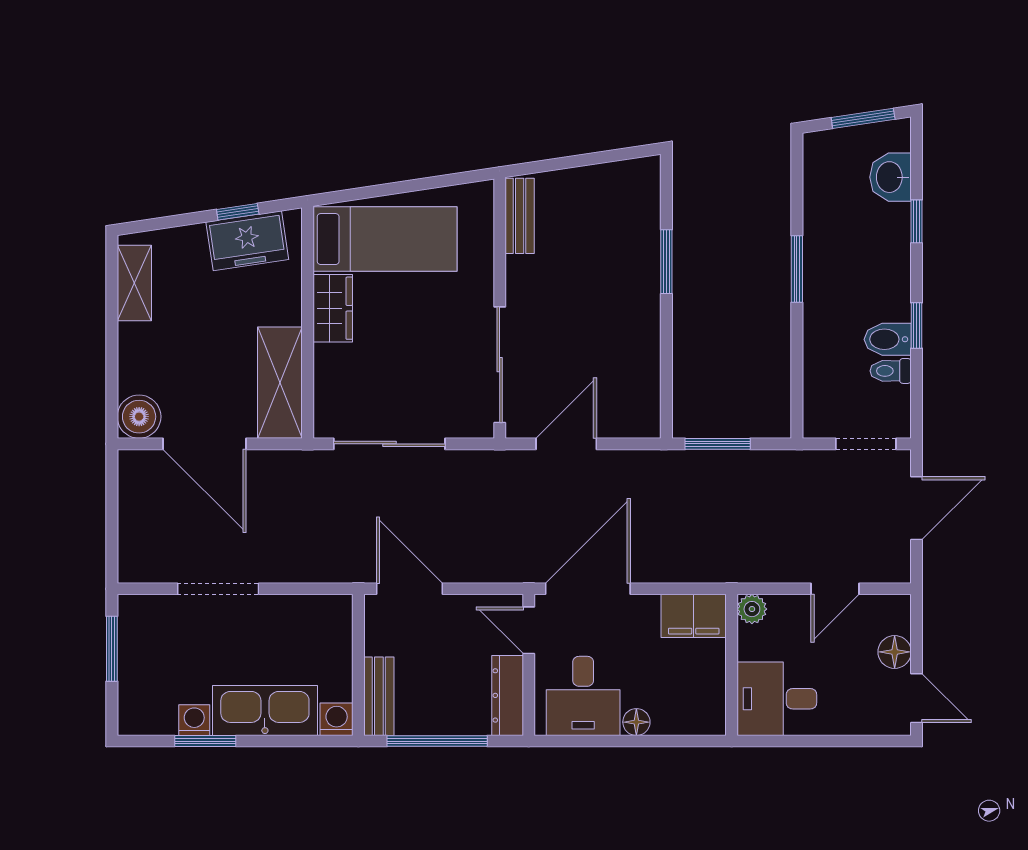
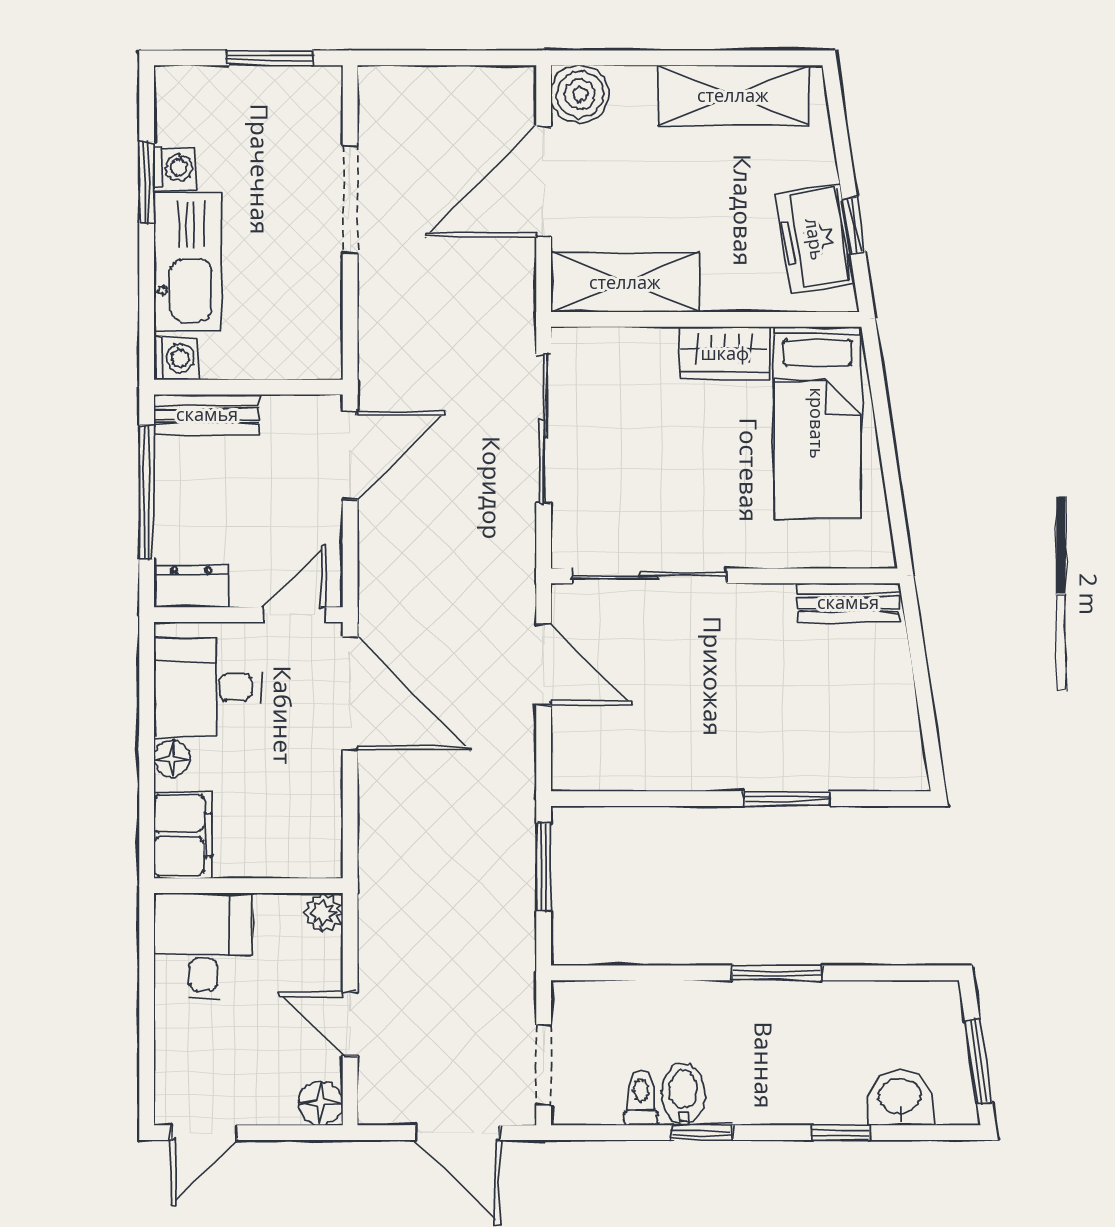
shelving: (134, 283) -> (733, 95), width x1.50, depth x1.33
filing cabinet: (694, 616) -> (183, 835), moved, turned 180
floor lamp: (895, 652) -> (321, 1103), moved
dresser: (508, 695) -> (191, 586), width x0.70

